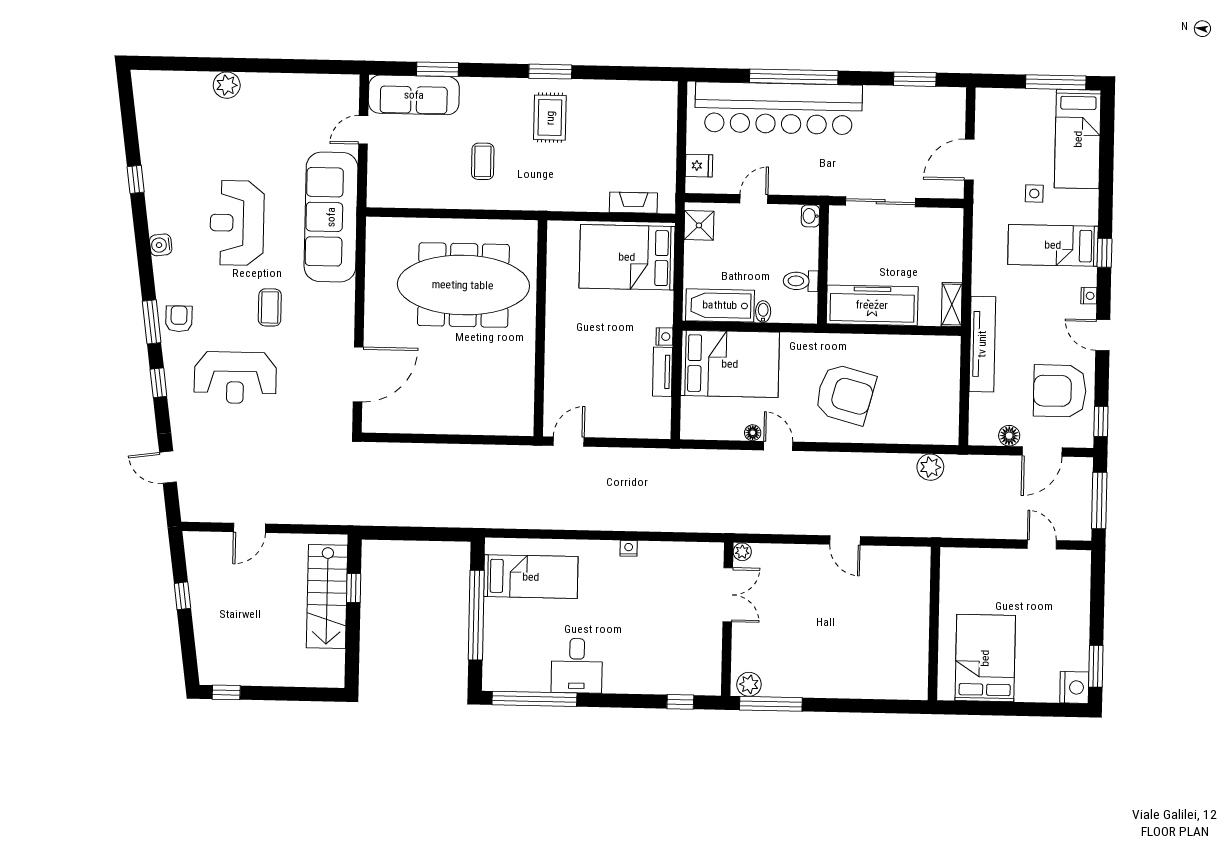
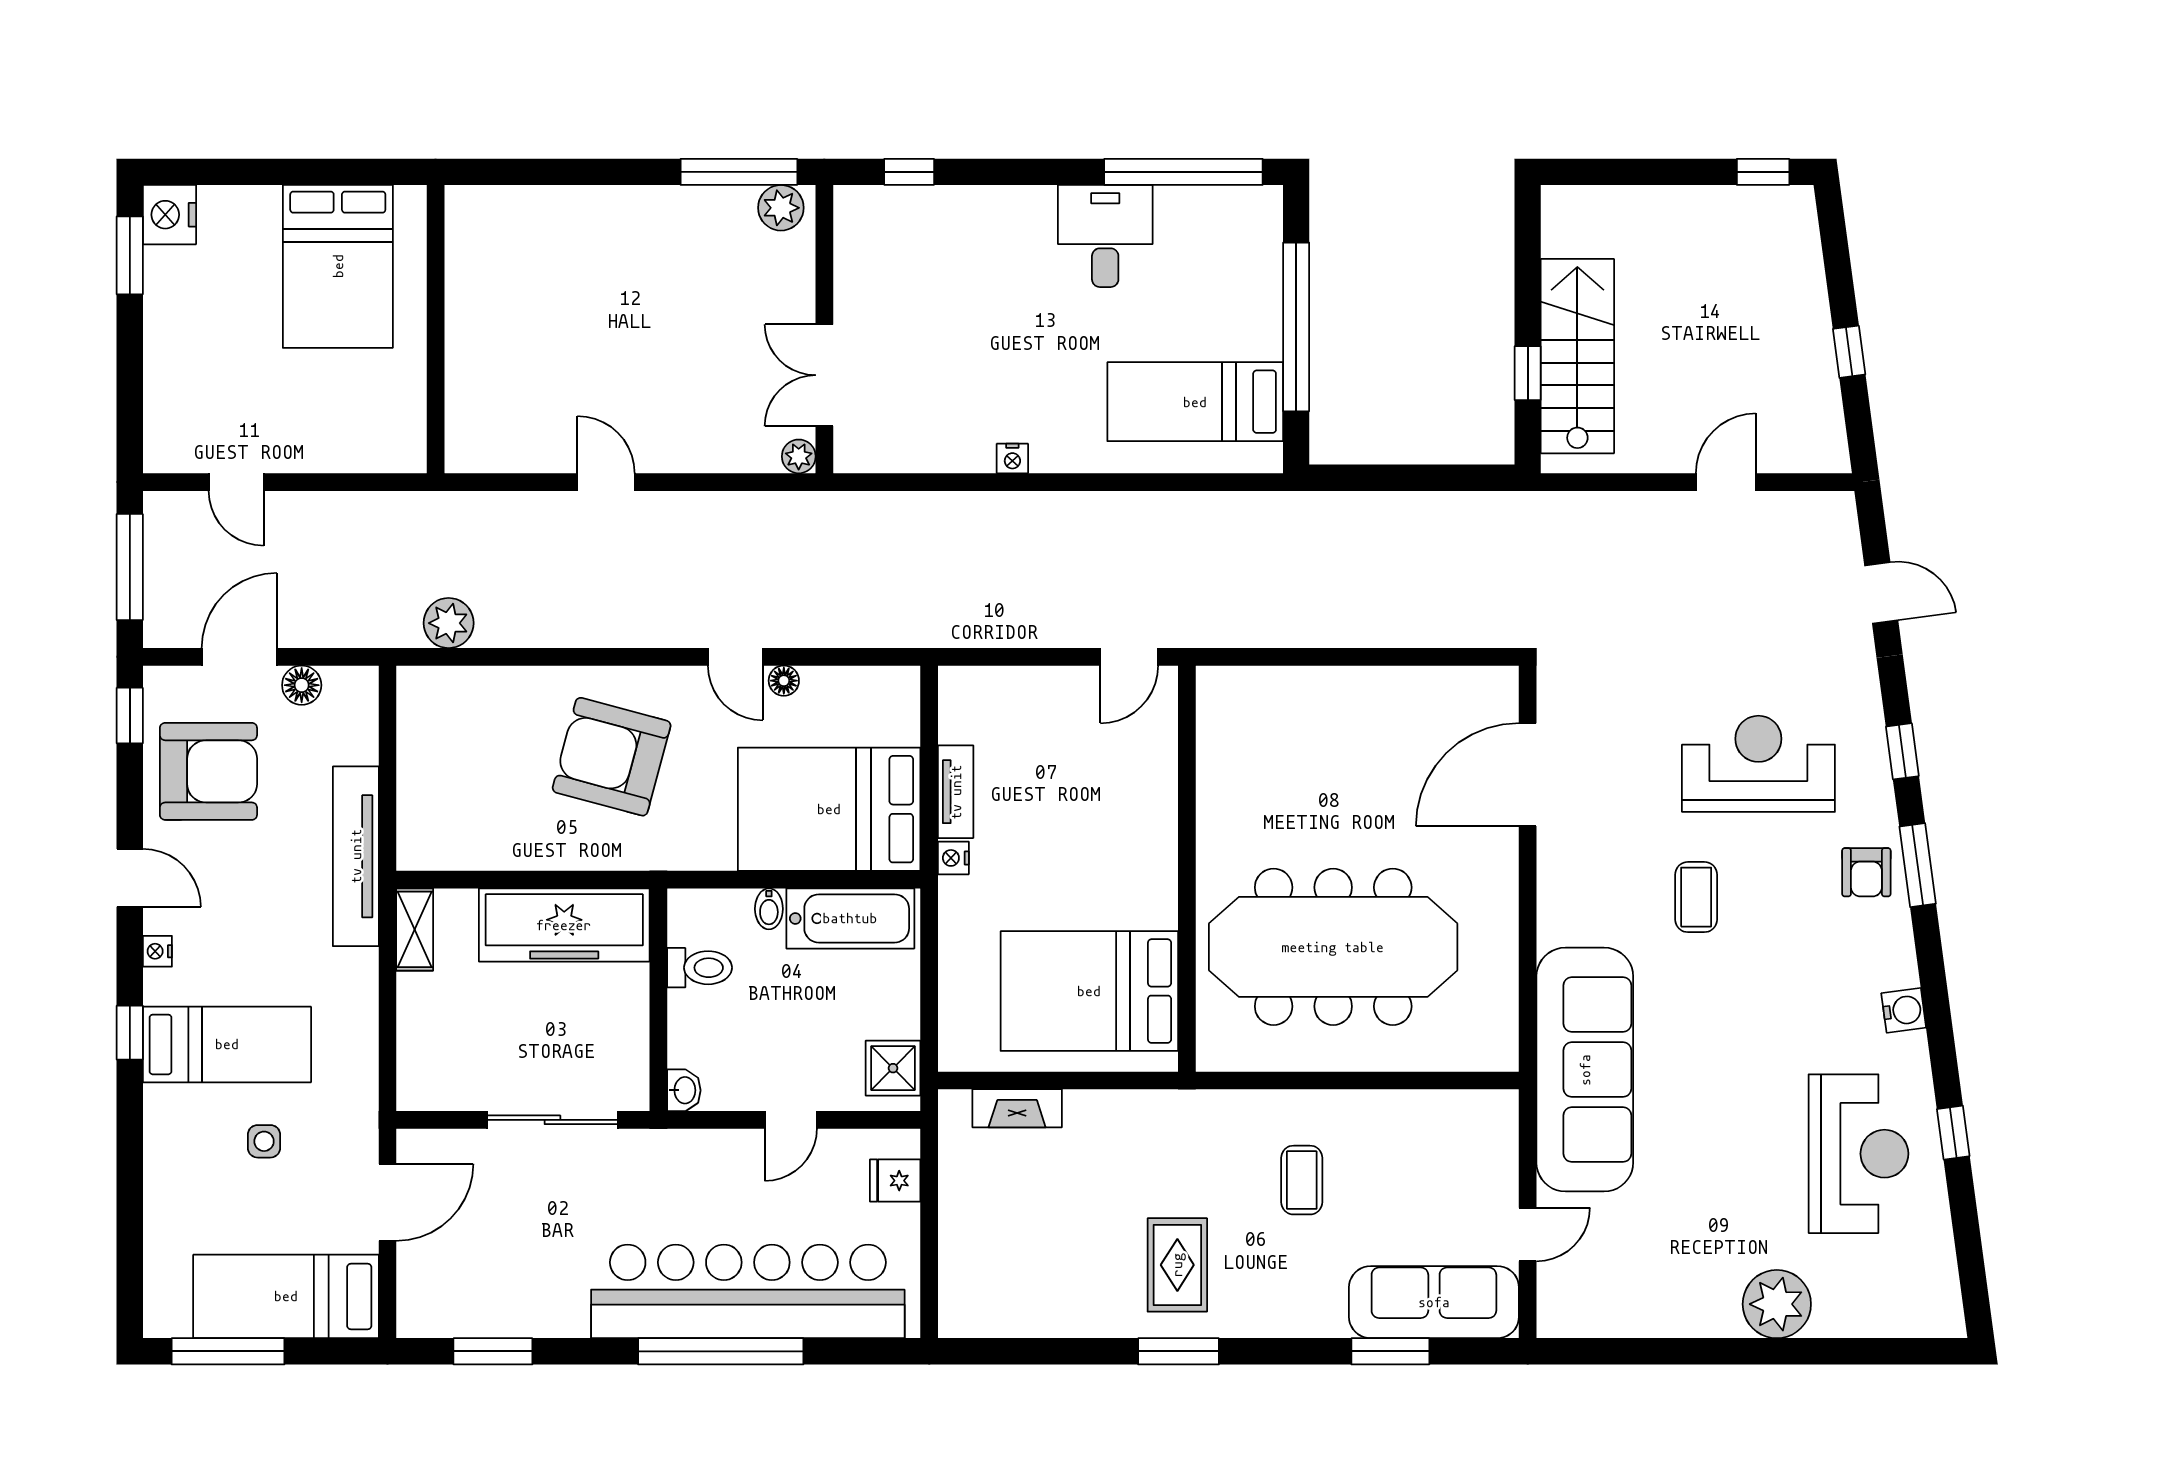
plant: (227, 85) -> (1777, 1304), width x1.36, depth x1.36
bed: (1078, 139) -> (286, 1296), moved, turned -90
reception desk: (237, 223) -> (1858, 1154), moved
bed: (627, 257) -> (1089, 991), moved, turned 180

